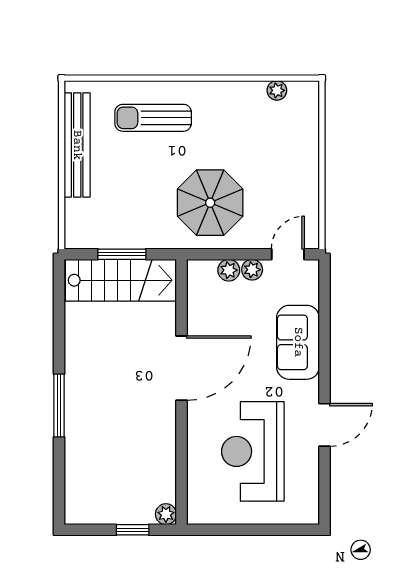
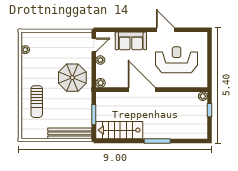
bench: (77, 145) -> (70, 133), moved
door: (288, 254) -> (94, 45), swing flipped
plant: (229, 270) -> (101, 83), moved
stairs: (121, 280) -> (119, 130), moved, turned -90
reception desk: (253, 451) -> (177, 60), turned 180

